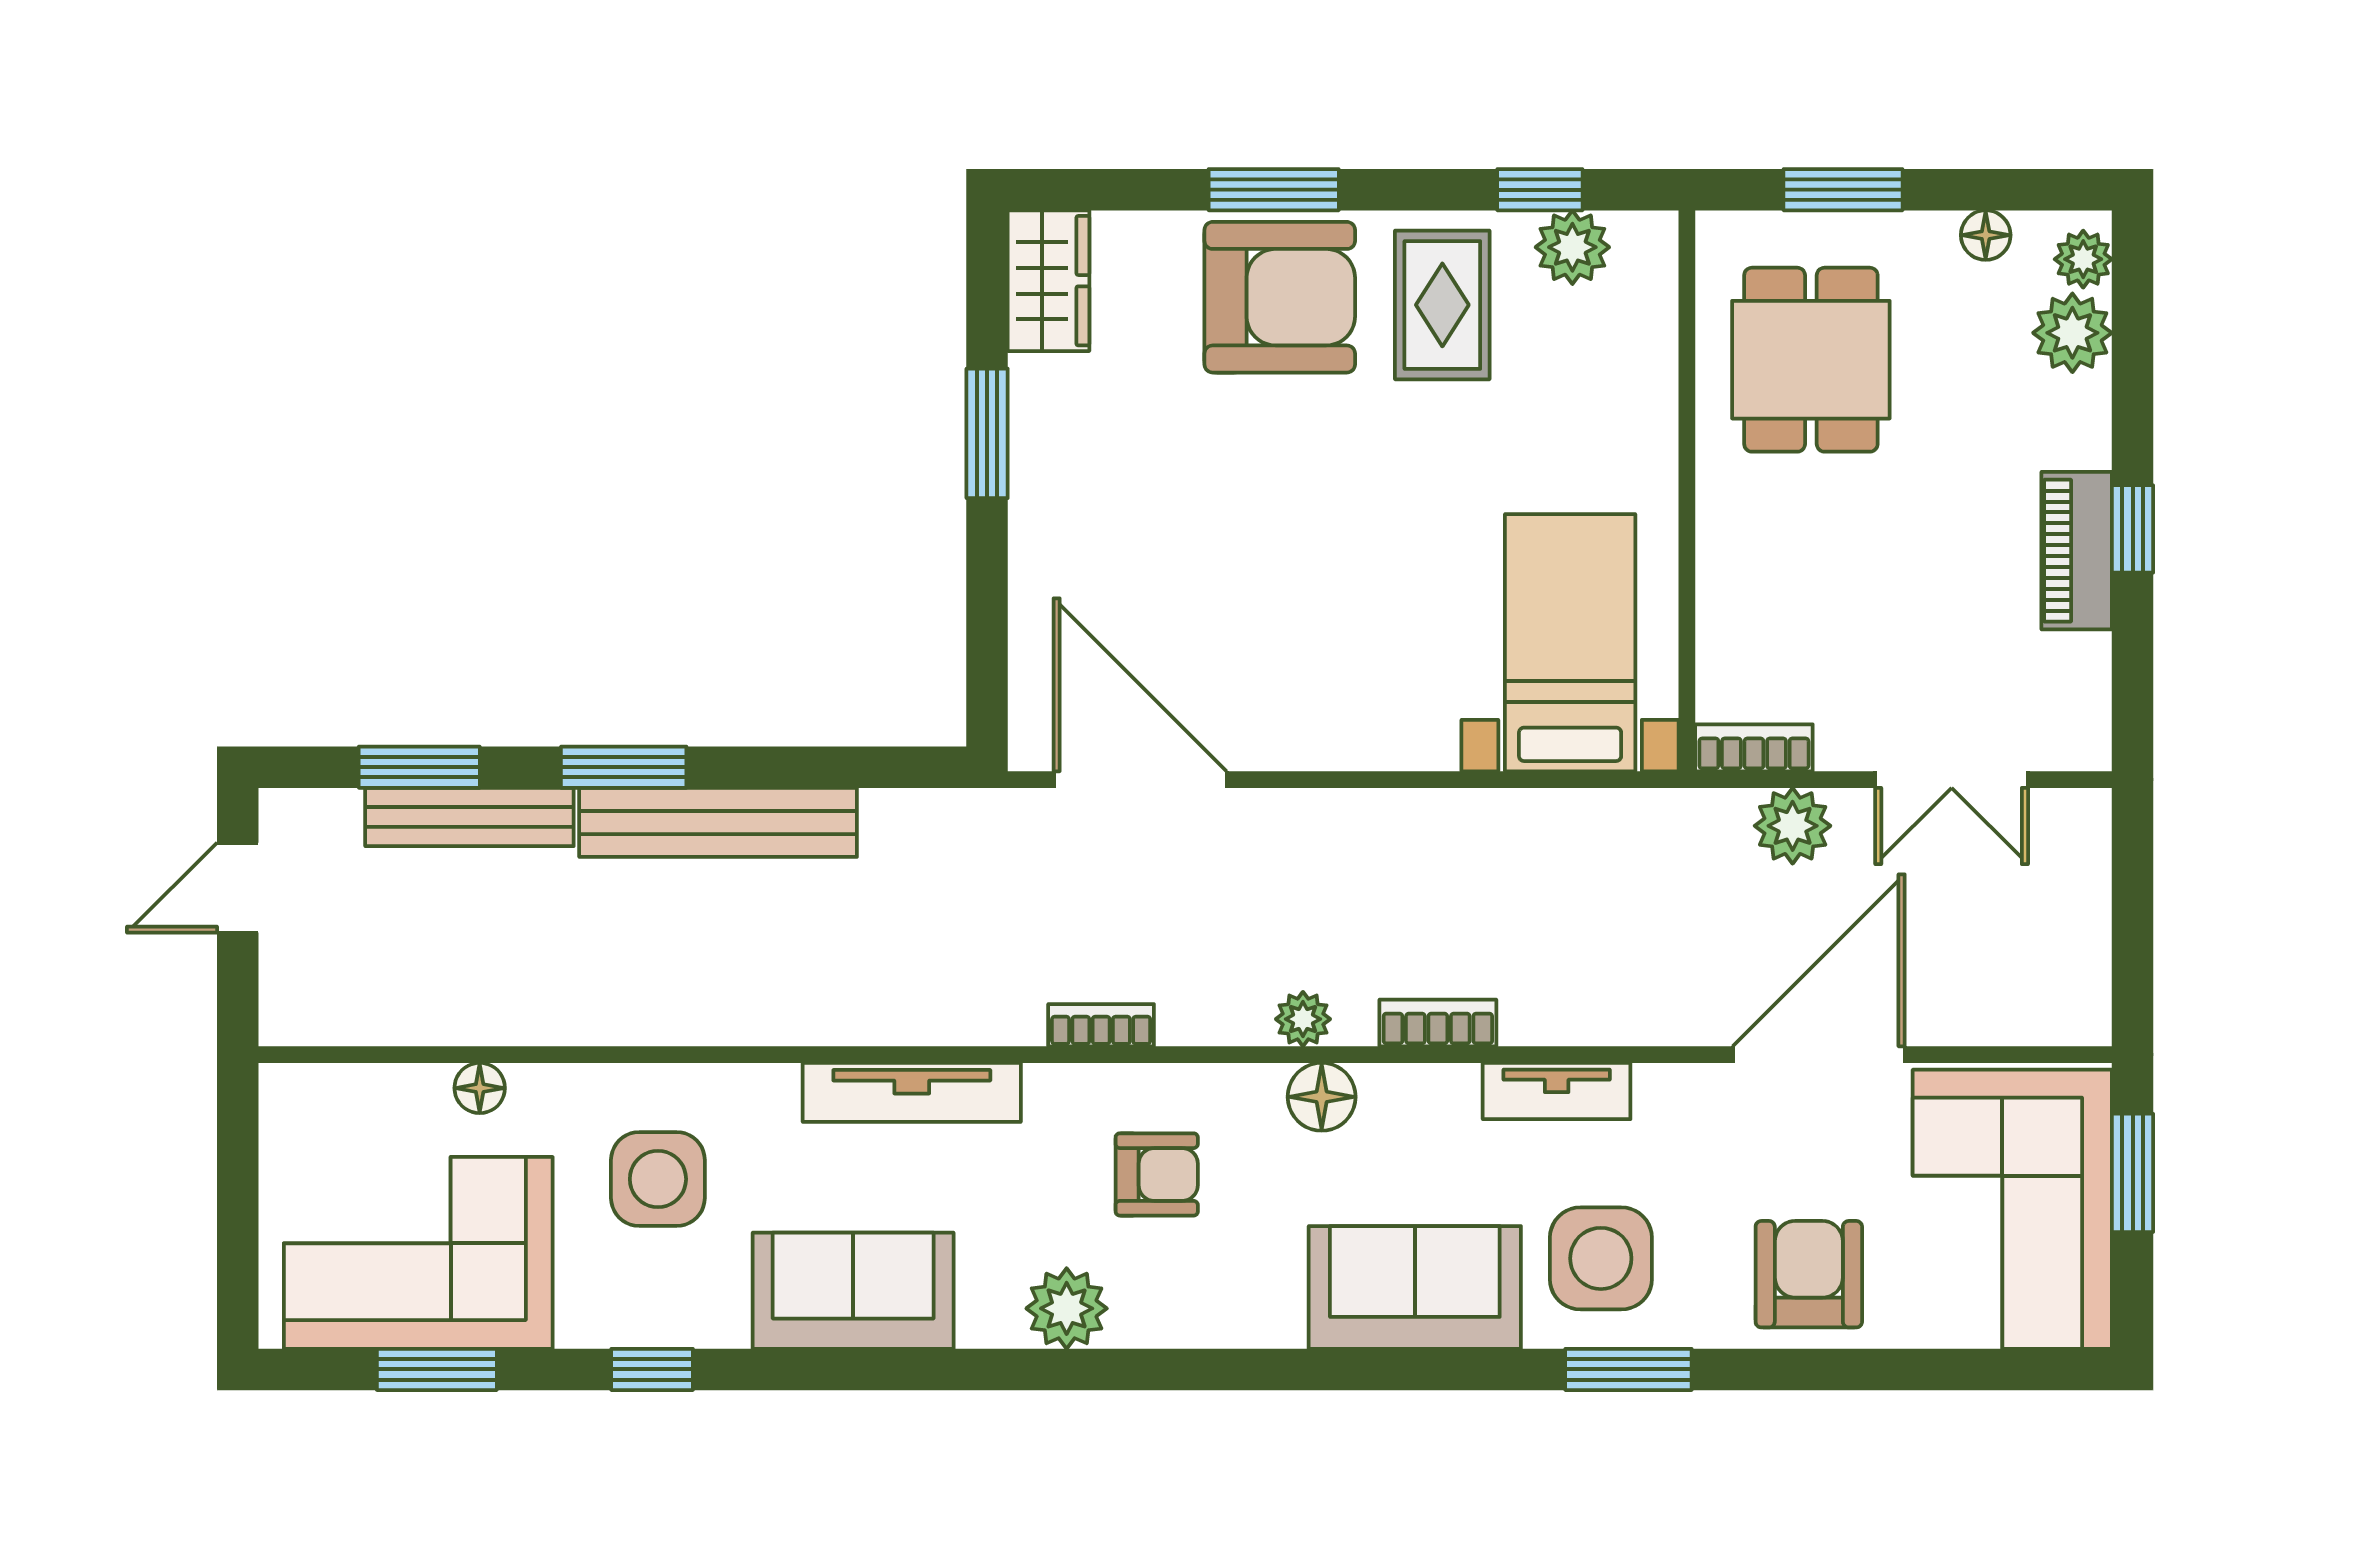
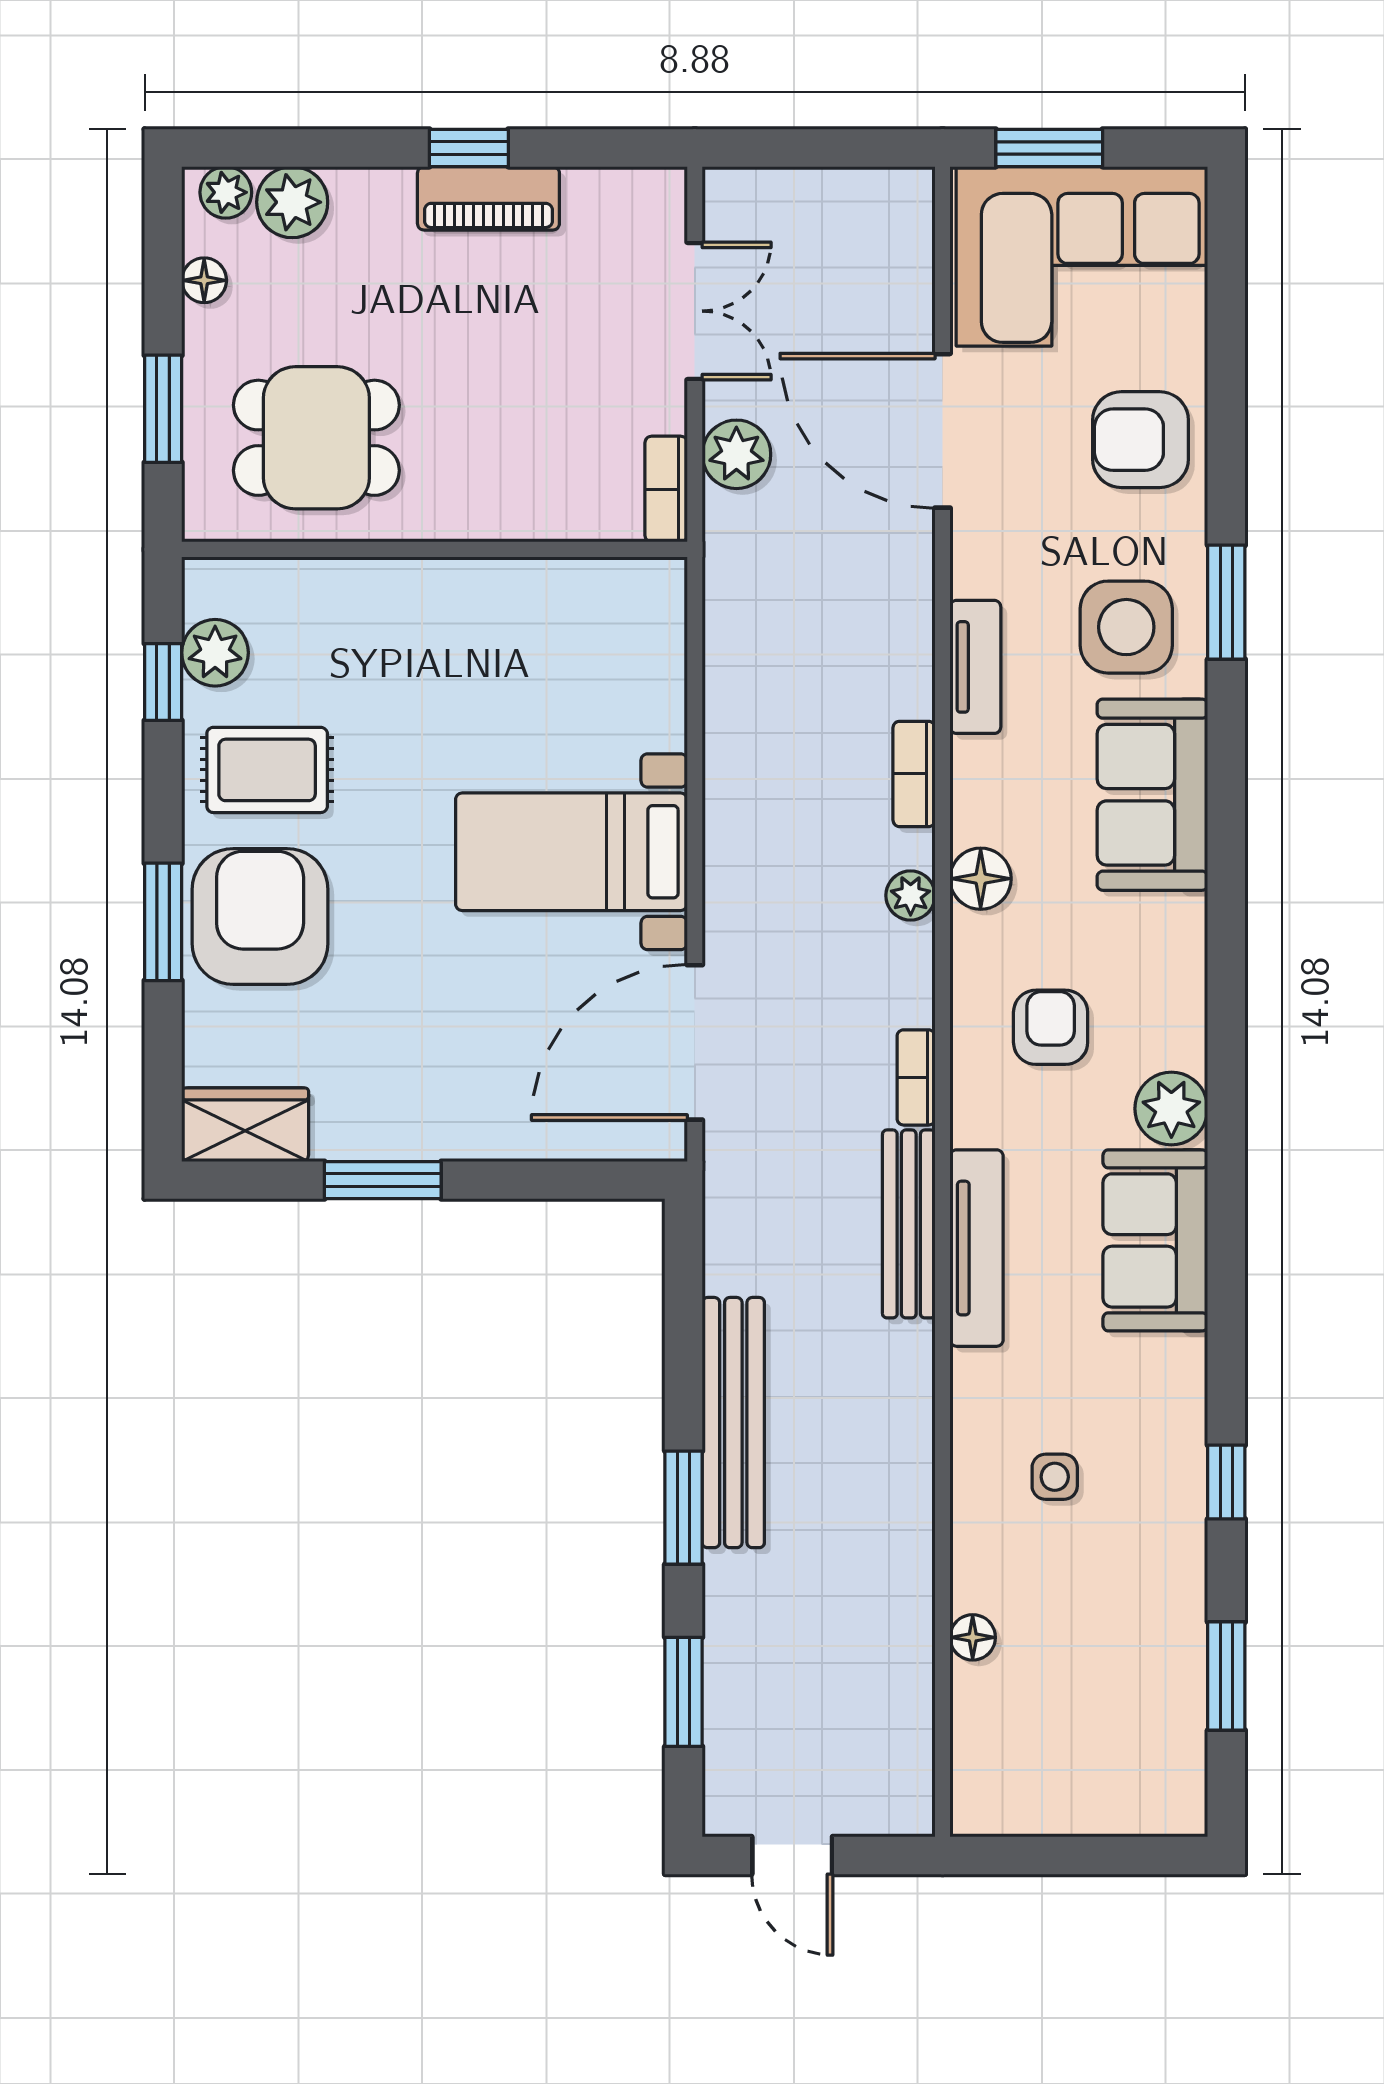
bed with nightstands: (1570, 643) -> (571, 852), moved
bench: (469, 817) -> (909, 1224), moved
side table: (658, 1179) -> (1055, 1477), width x0.54, depth x0.54
corner sofa: (418, 1253) -> (1121, 1693), removed
sofa: (853, 1291) -> (1155, 1240), moved

